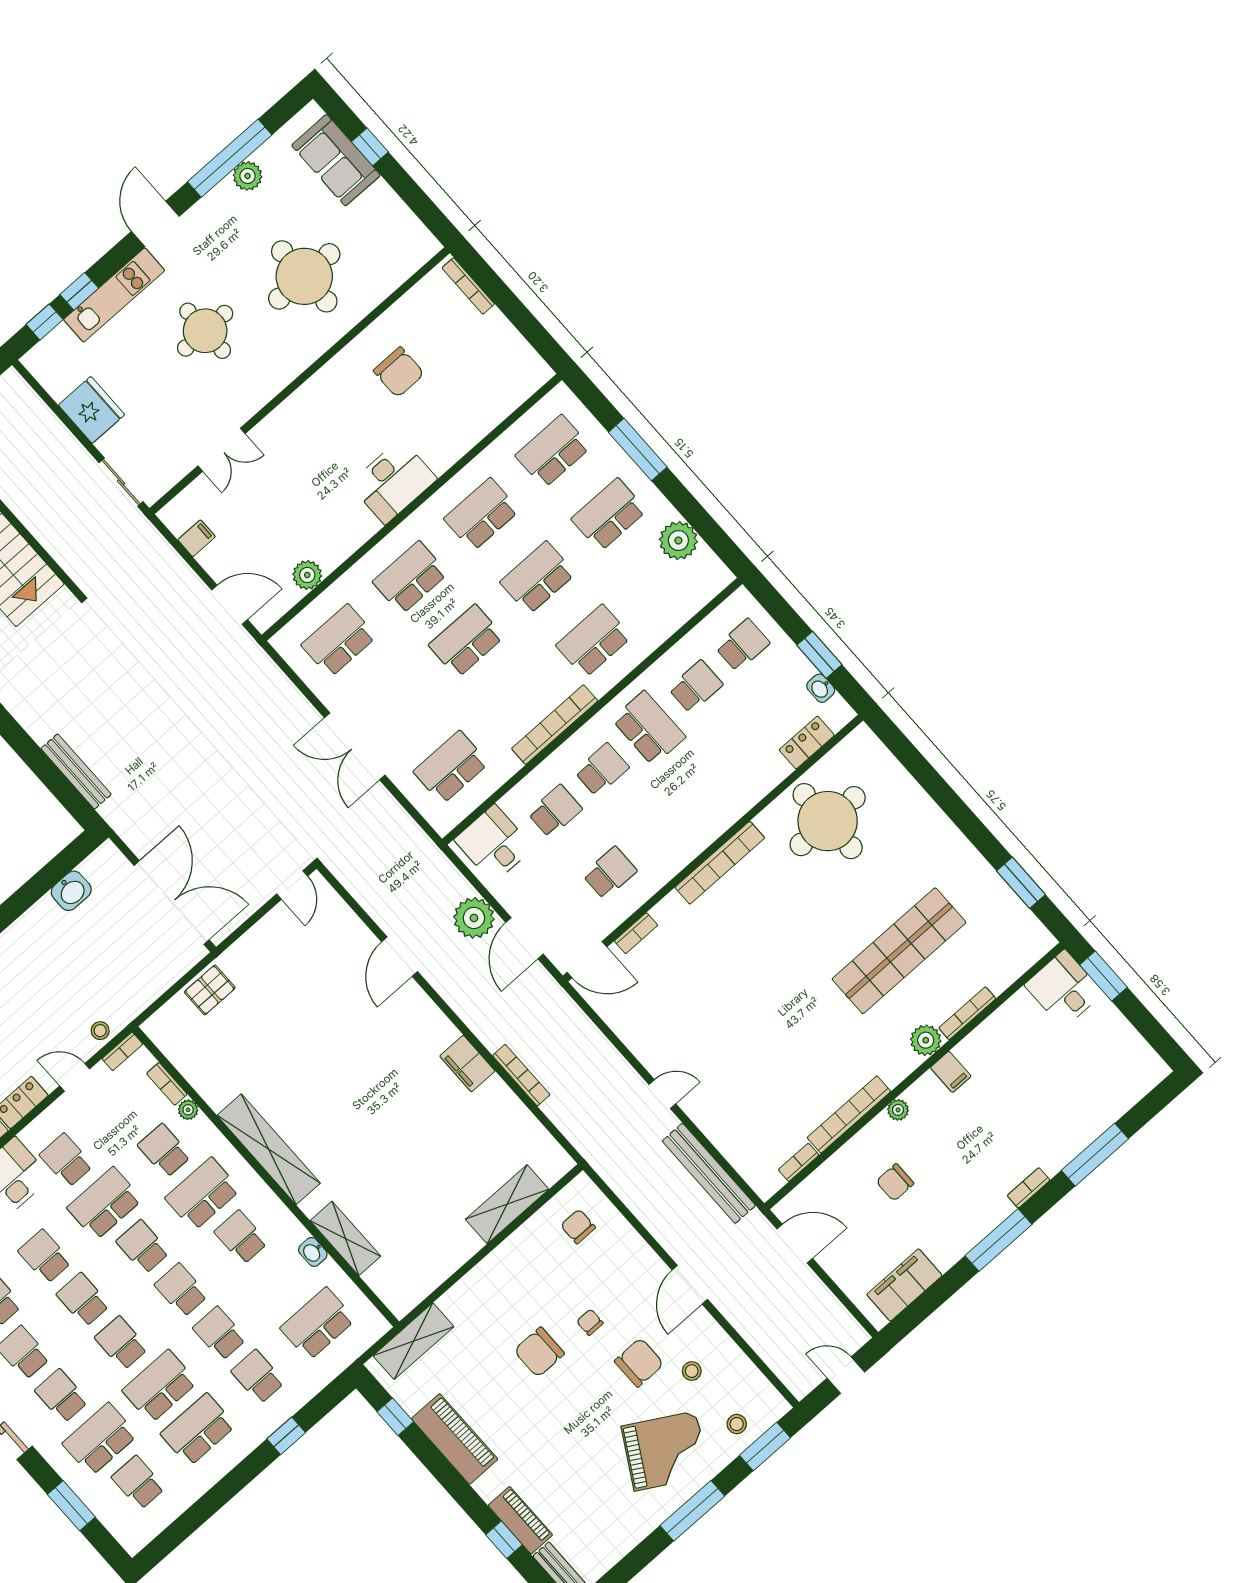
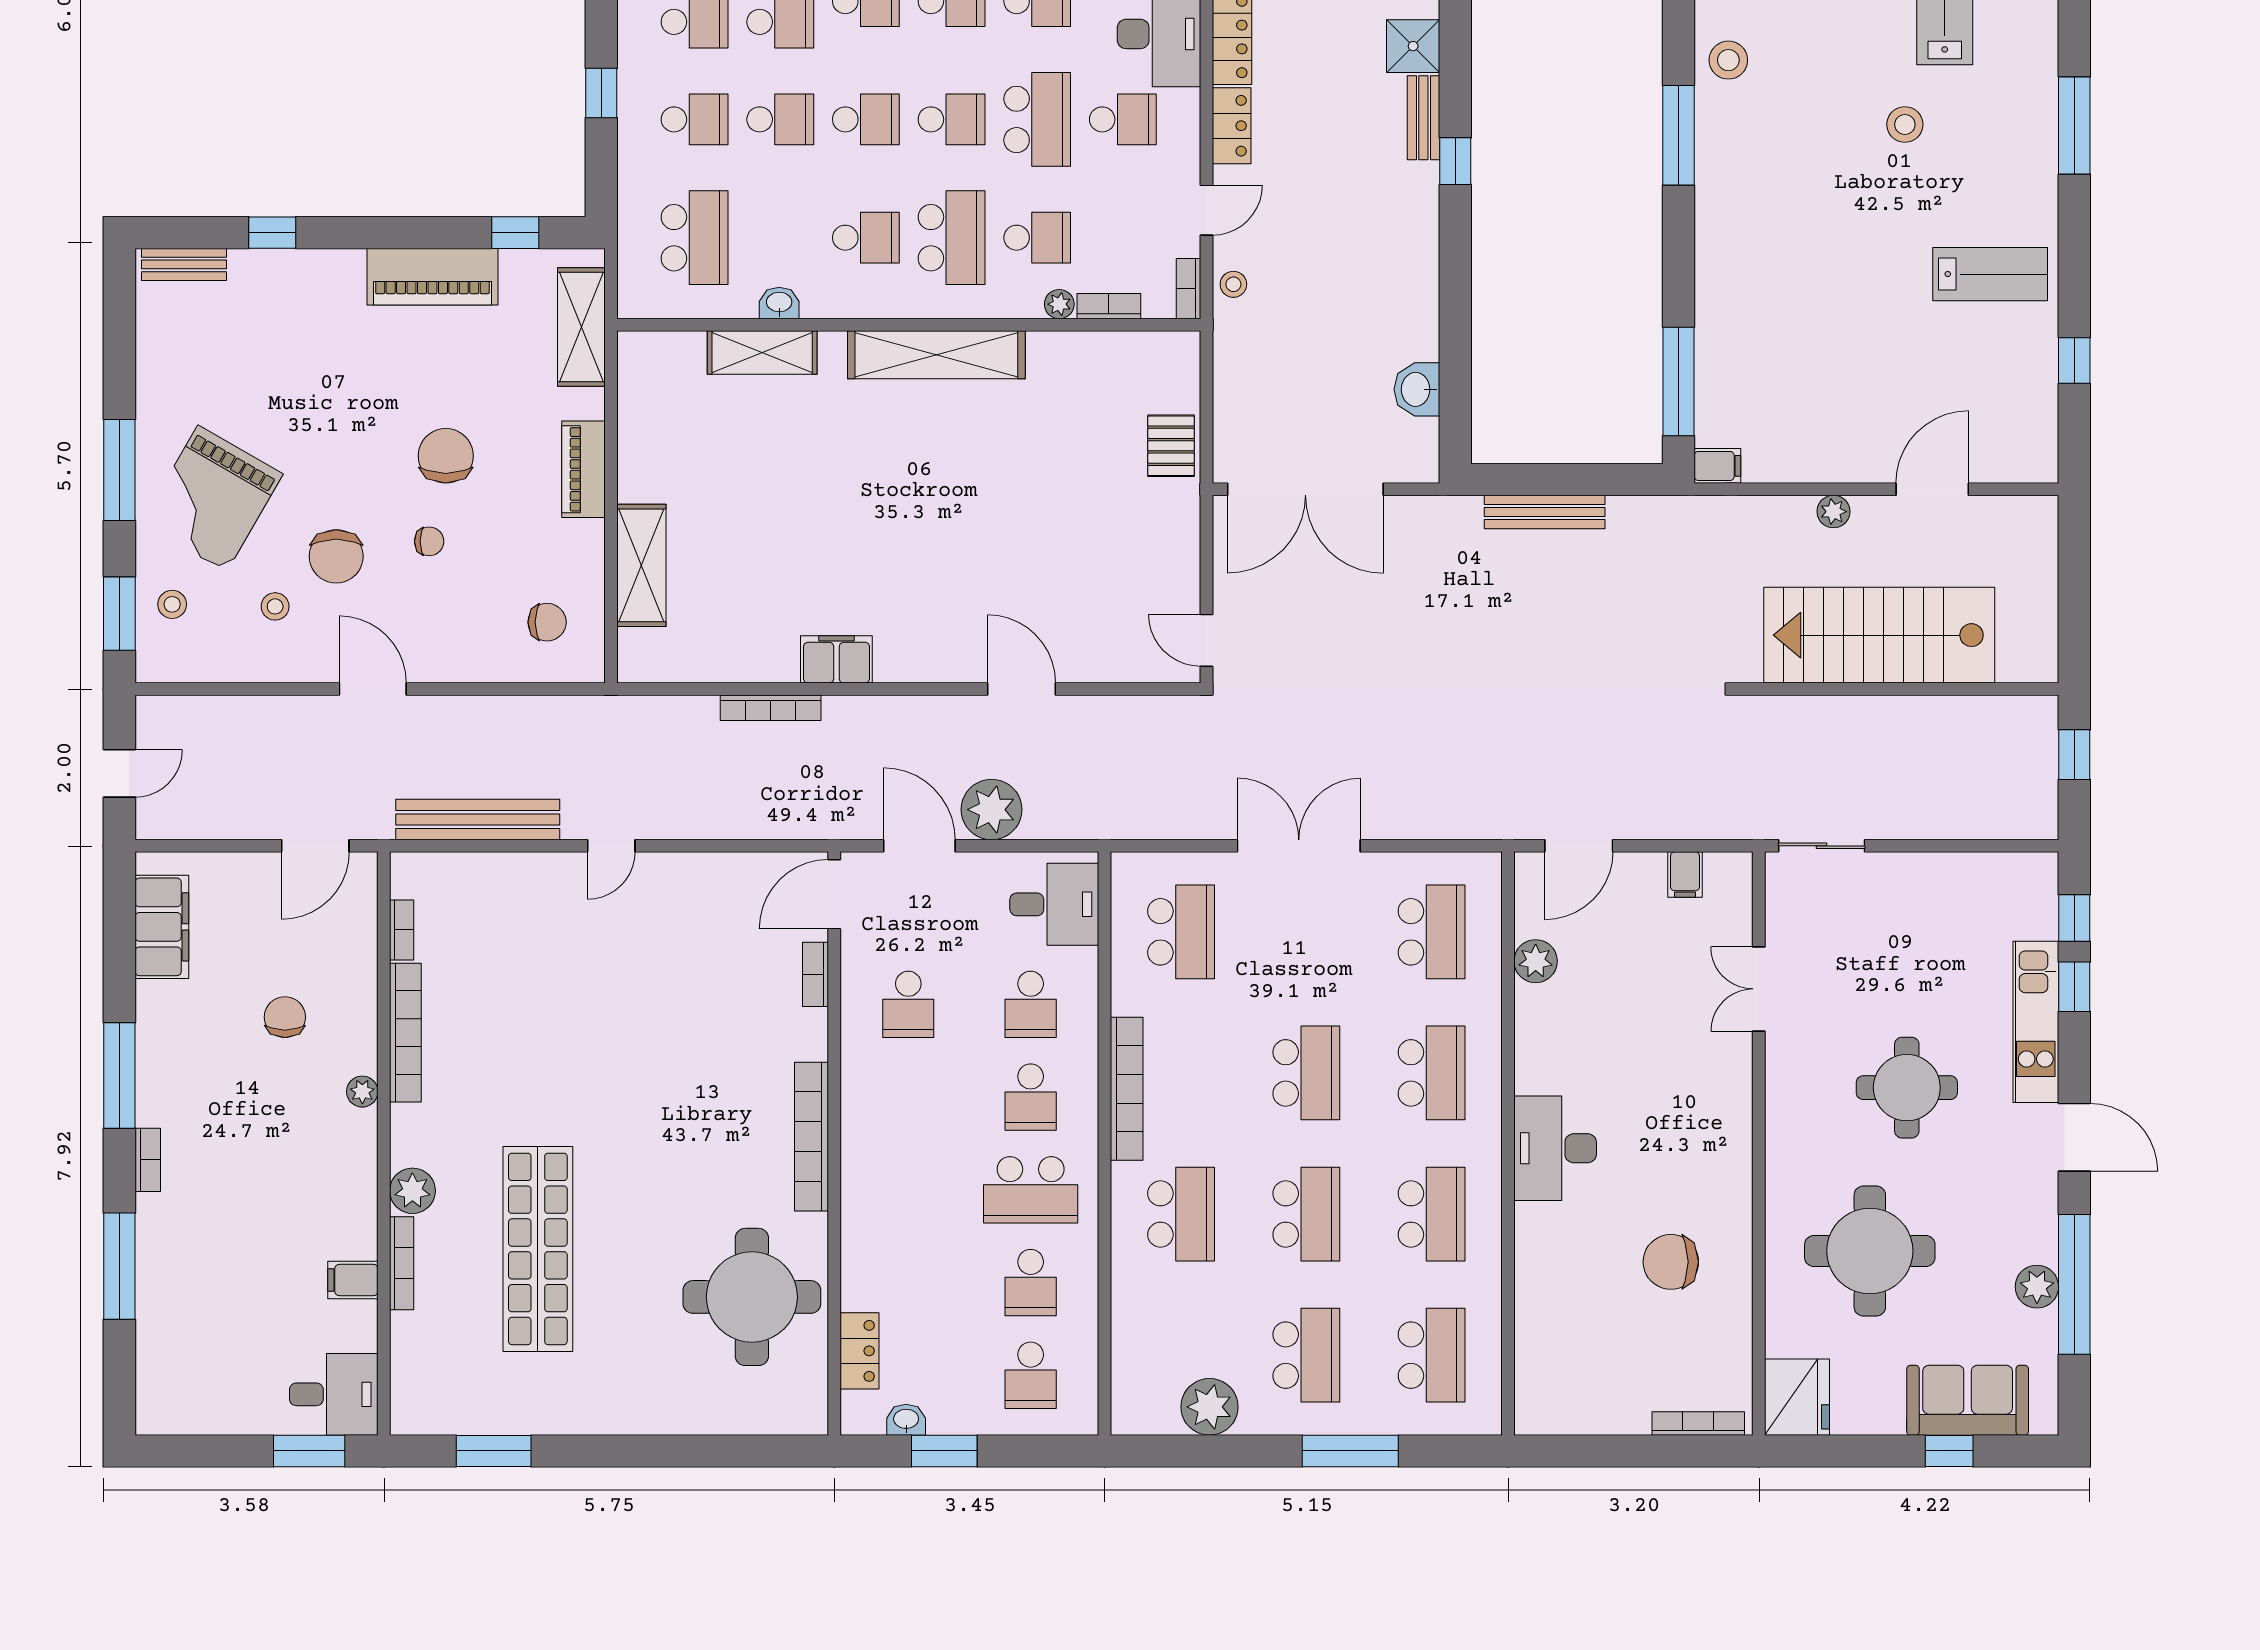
fridge: (92, 410) -> (1797, 1397), moved, turned -90
filing cabinet: (951, 1072) -> (353, 1280), moved
piano: (520, 1520) -> (583, 469), moved, turned 90

